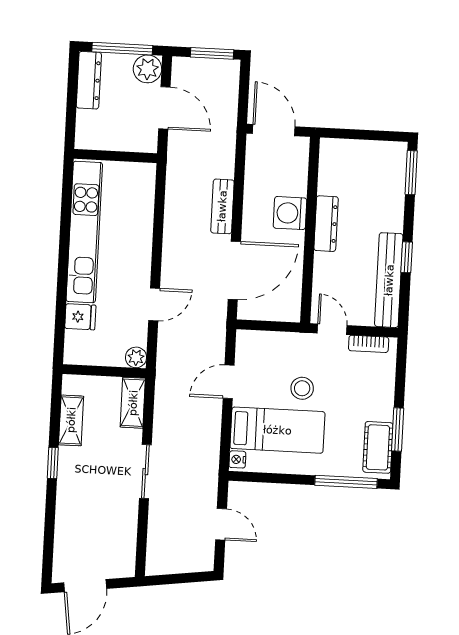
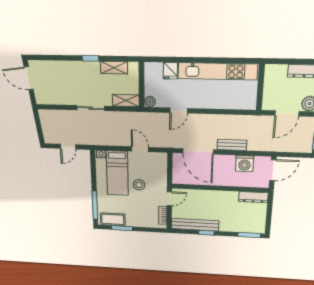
washing machine: (290, 213) -> (245, 164), moved, turned 180
dresser: (326, 224) -> (253, 197), moved
door: (154, 304) -> (179, 110), hinge flipped

